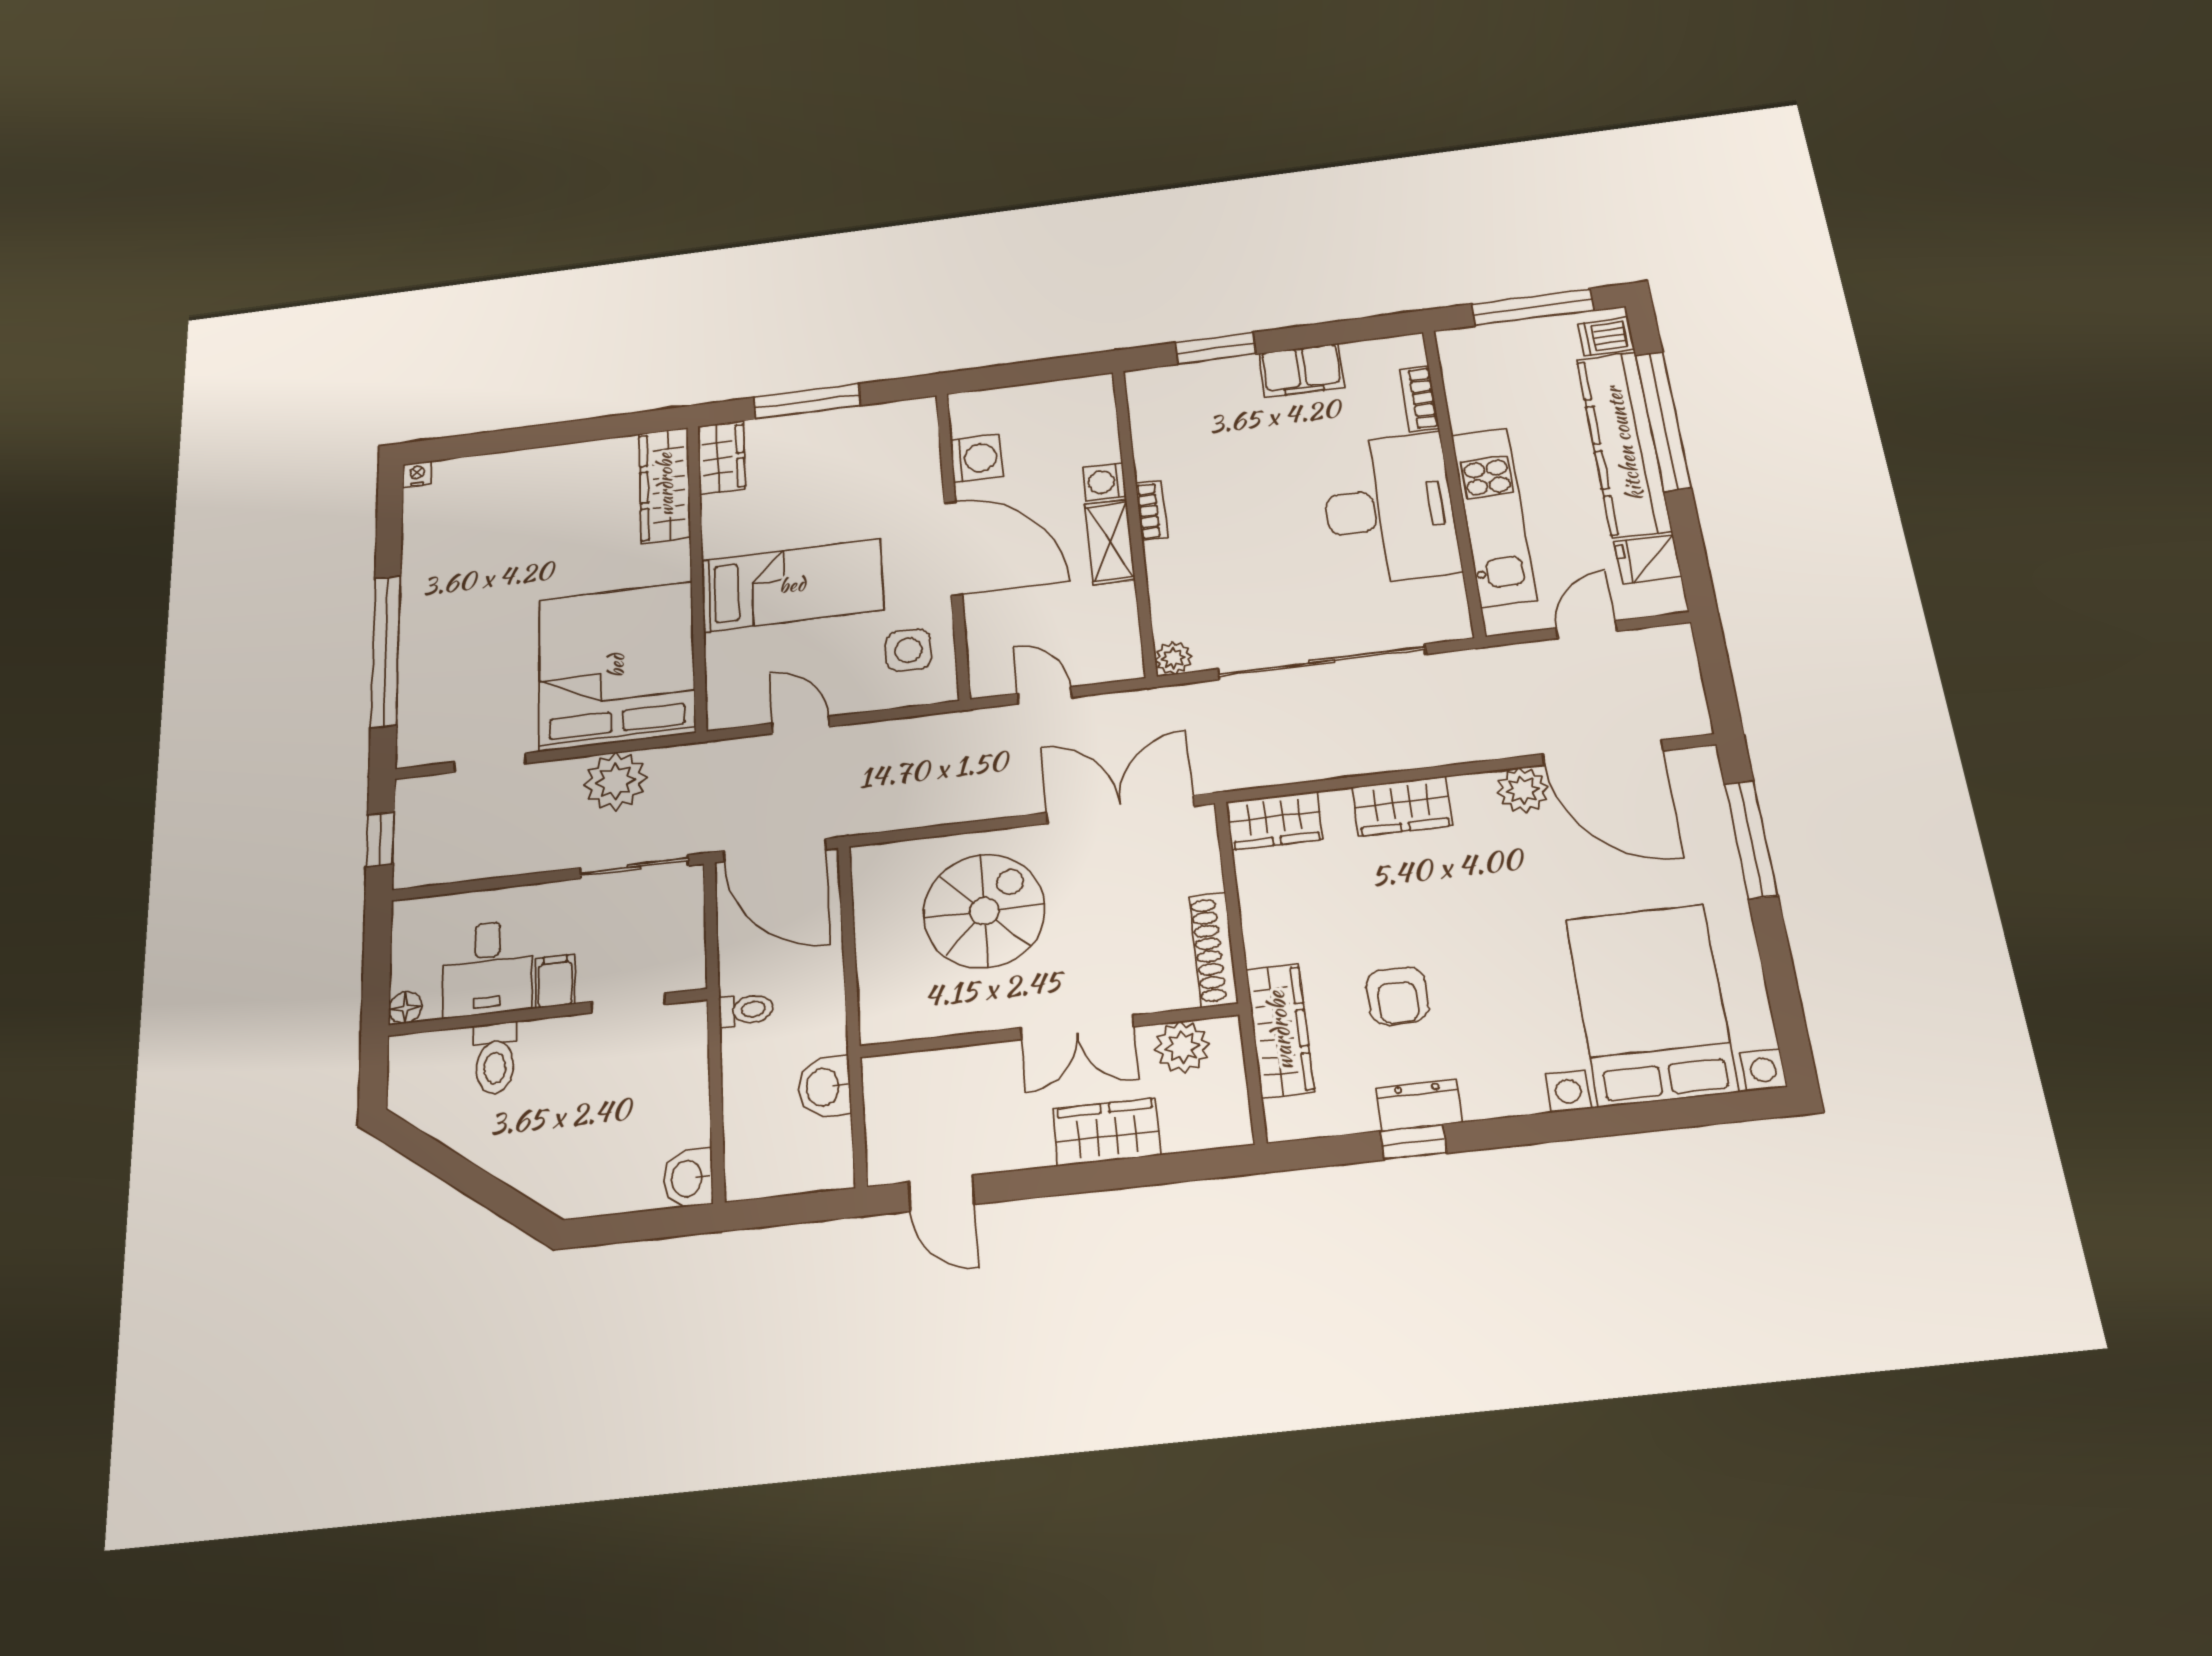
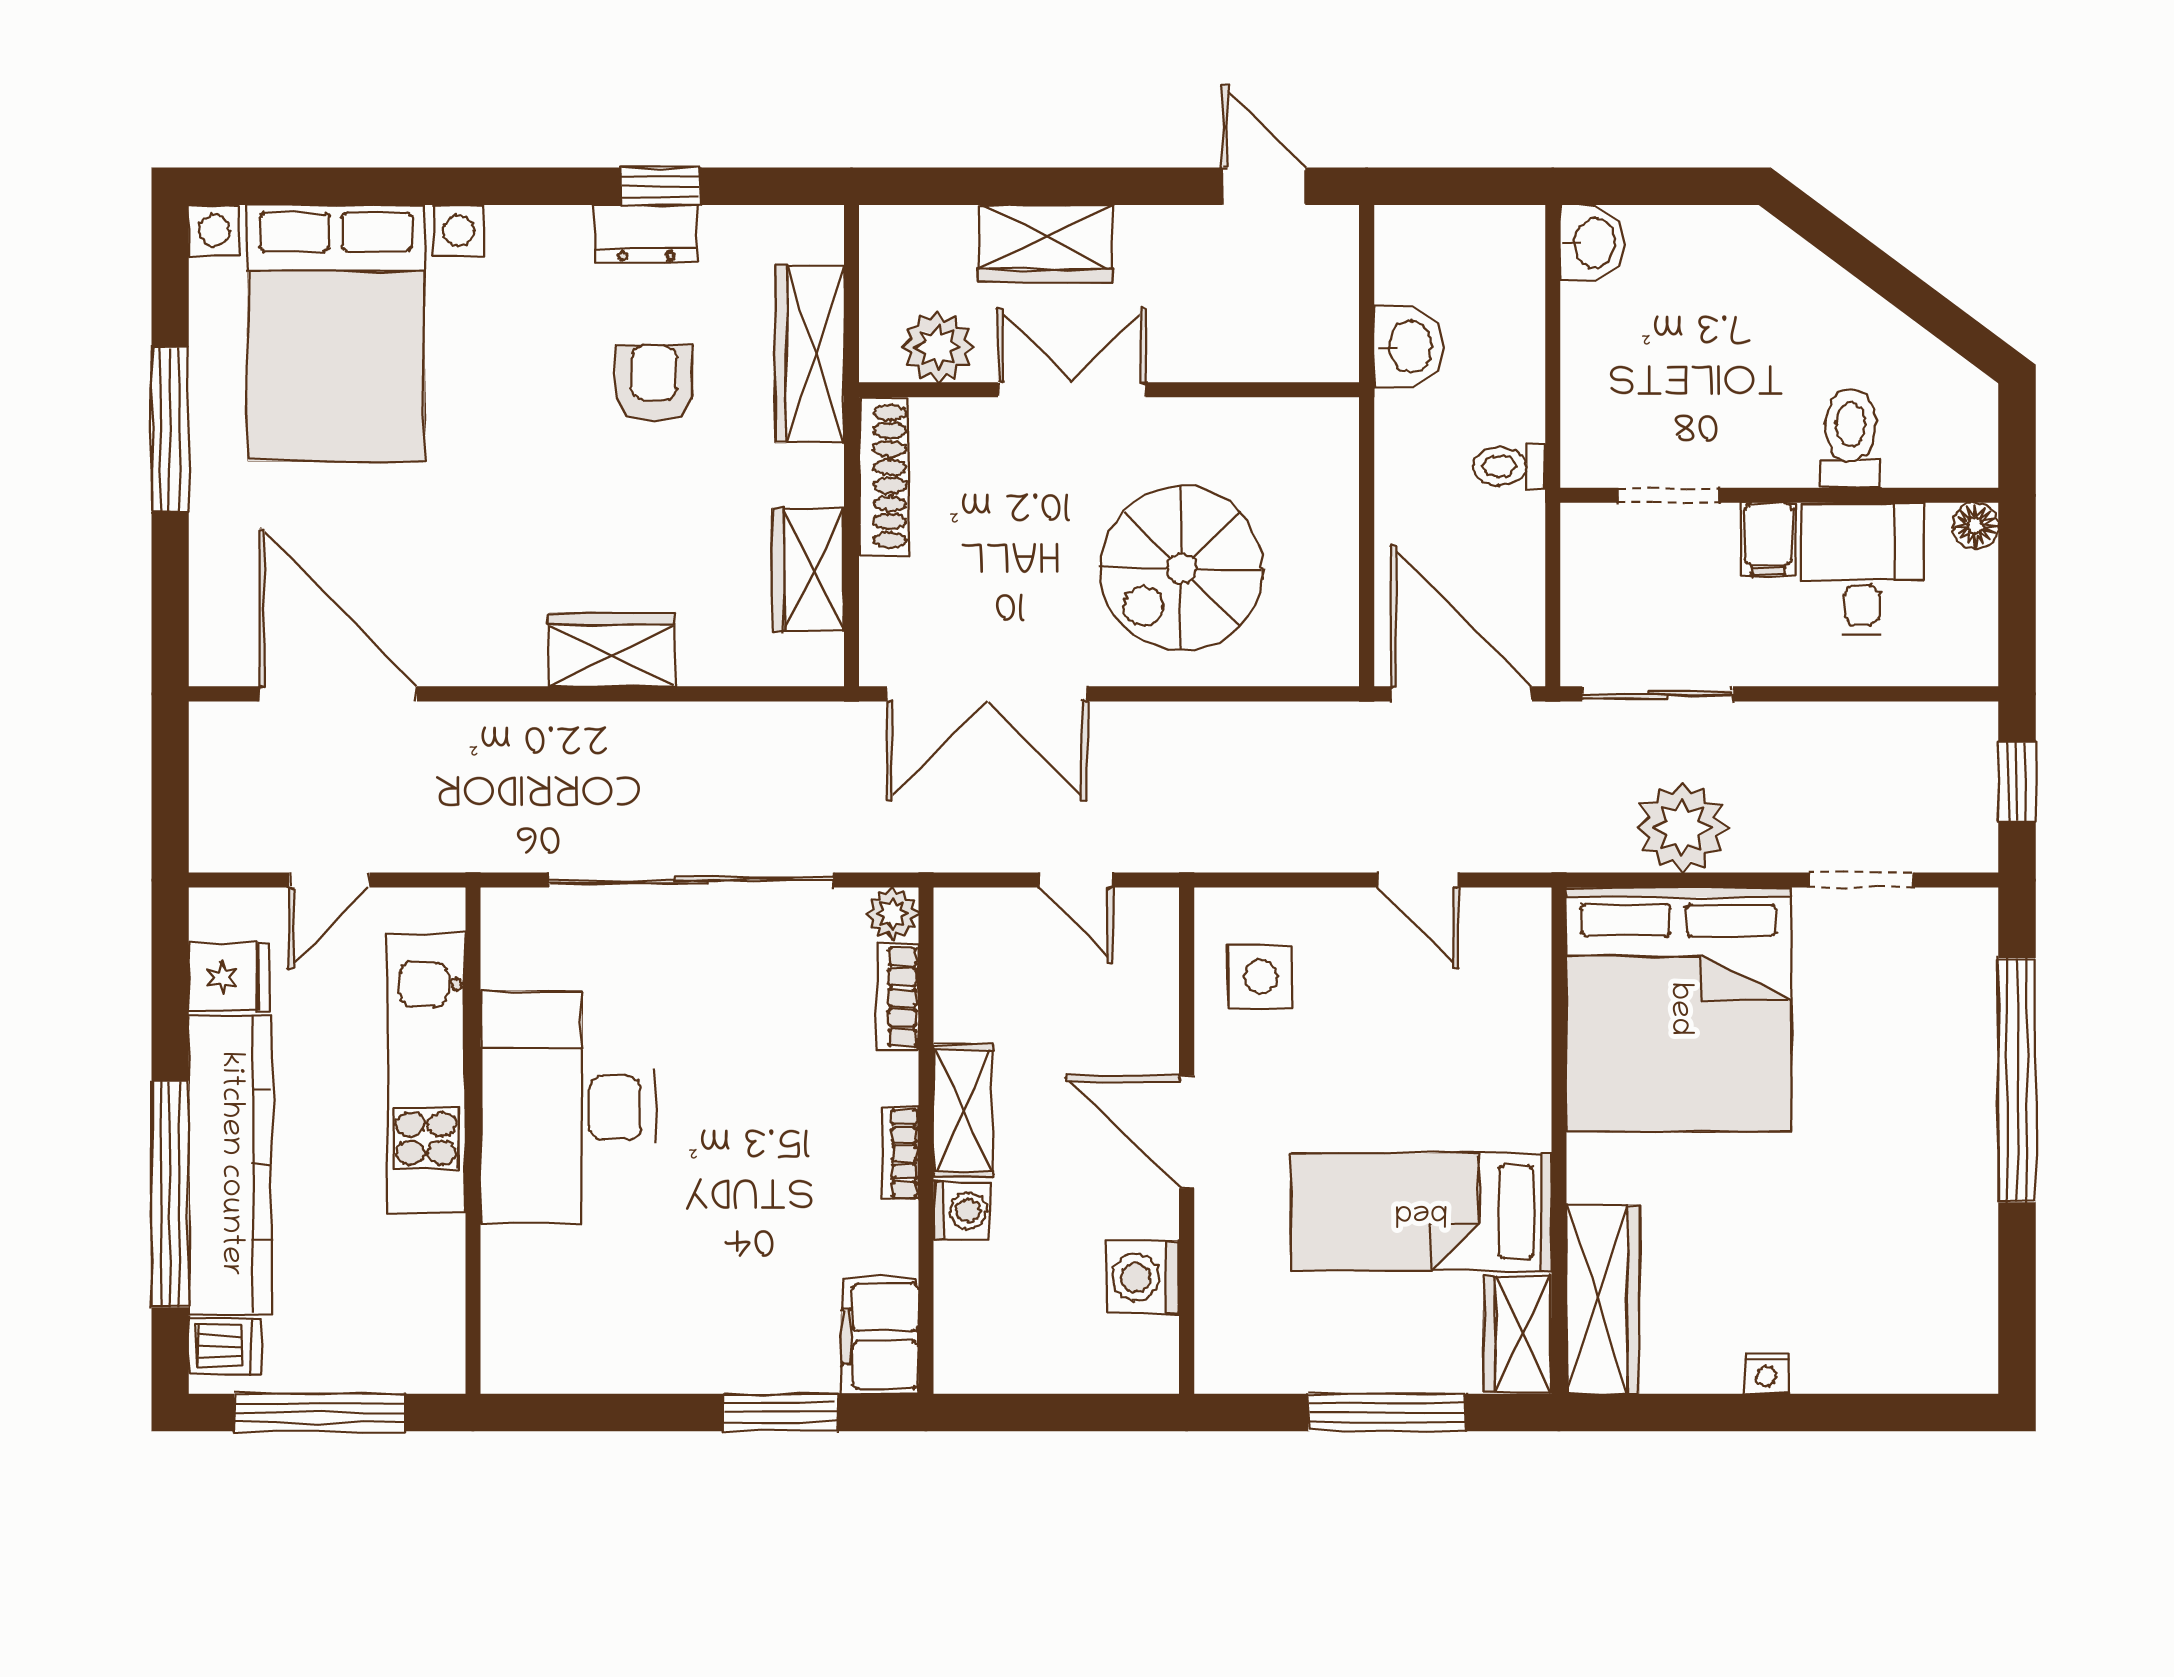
filing cabinet: (1302, 370) -> (880, 1336), moved, turned -90
bookcase: (1419, 399) -> (897, 997), moved, turned 180
nightstand: (417, 474) -> (1766, 1373), moved
door: (953, 548) -> (1187, 1132), width x0.73
bed: (792, 585) -> (1421, 1212), moved
plant: (1523, 790) -> (451, 653), removed
wardrobe: (1274, 821) -> (808, 569), moved, turned -90
window: (1751, 840) -> (170, 430), moved

